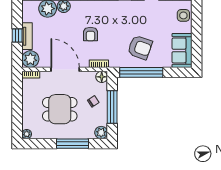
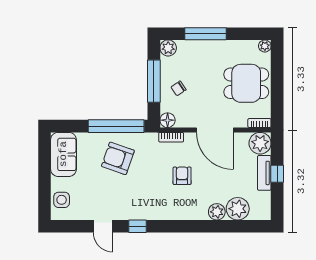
dining table: (60, 109) -> (246, 83), moved

